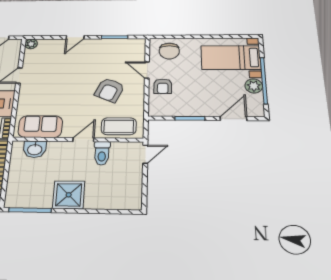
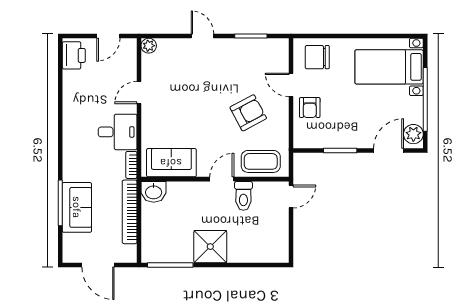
door: (75, 37) -> (202, 36), swing flipped
chair: (169, 51) -> (317, 57), turned 90
plant: (254, 86) -> (413, 134), moved
armchair: (110, 90) -> (248, 113), turned -142
washbasin: (35, 149) -> (154, 192), moved

